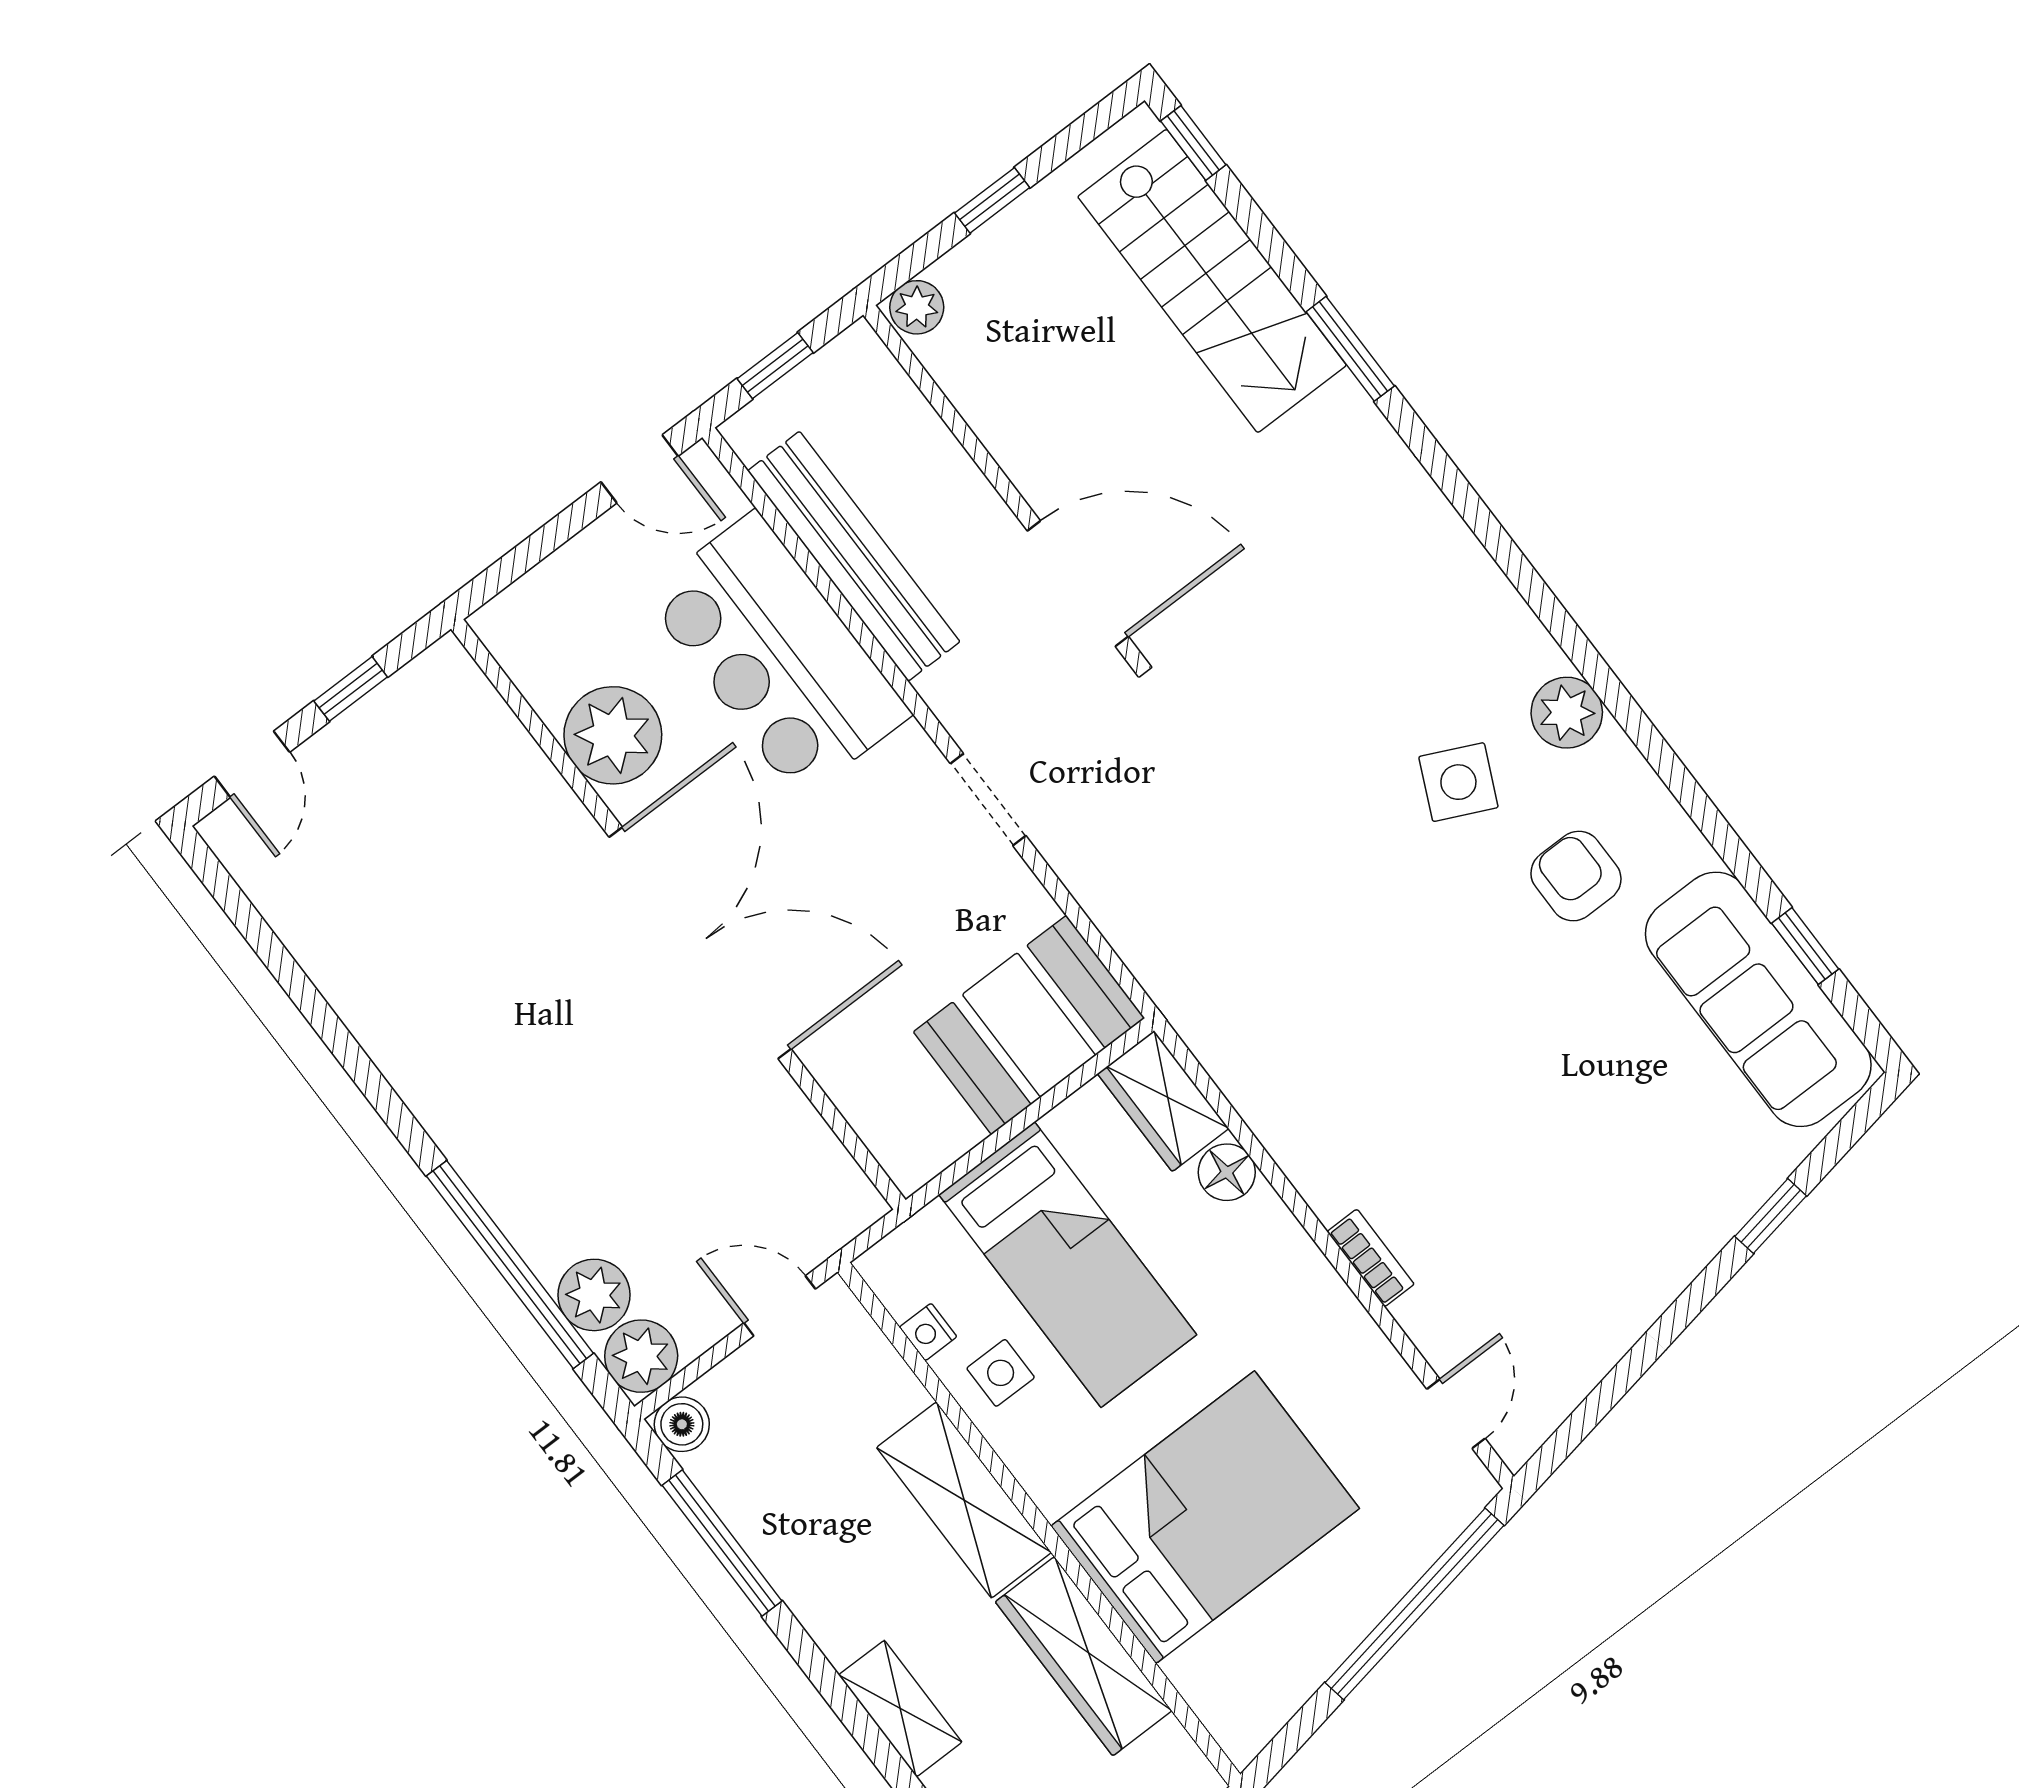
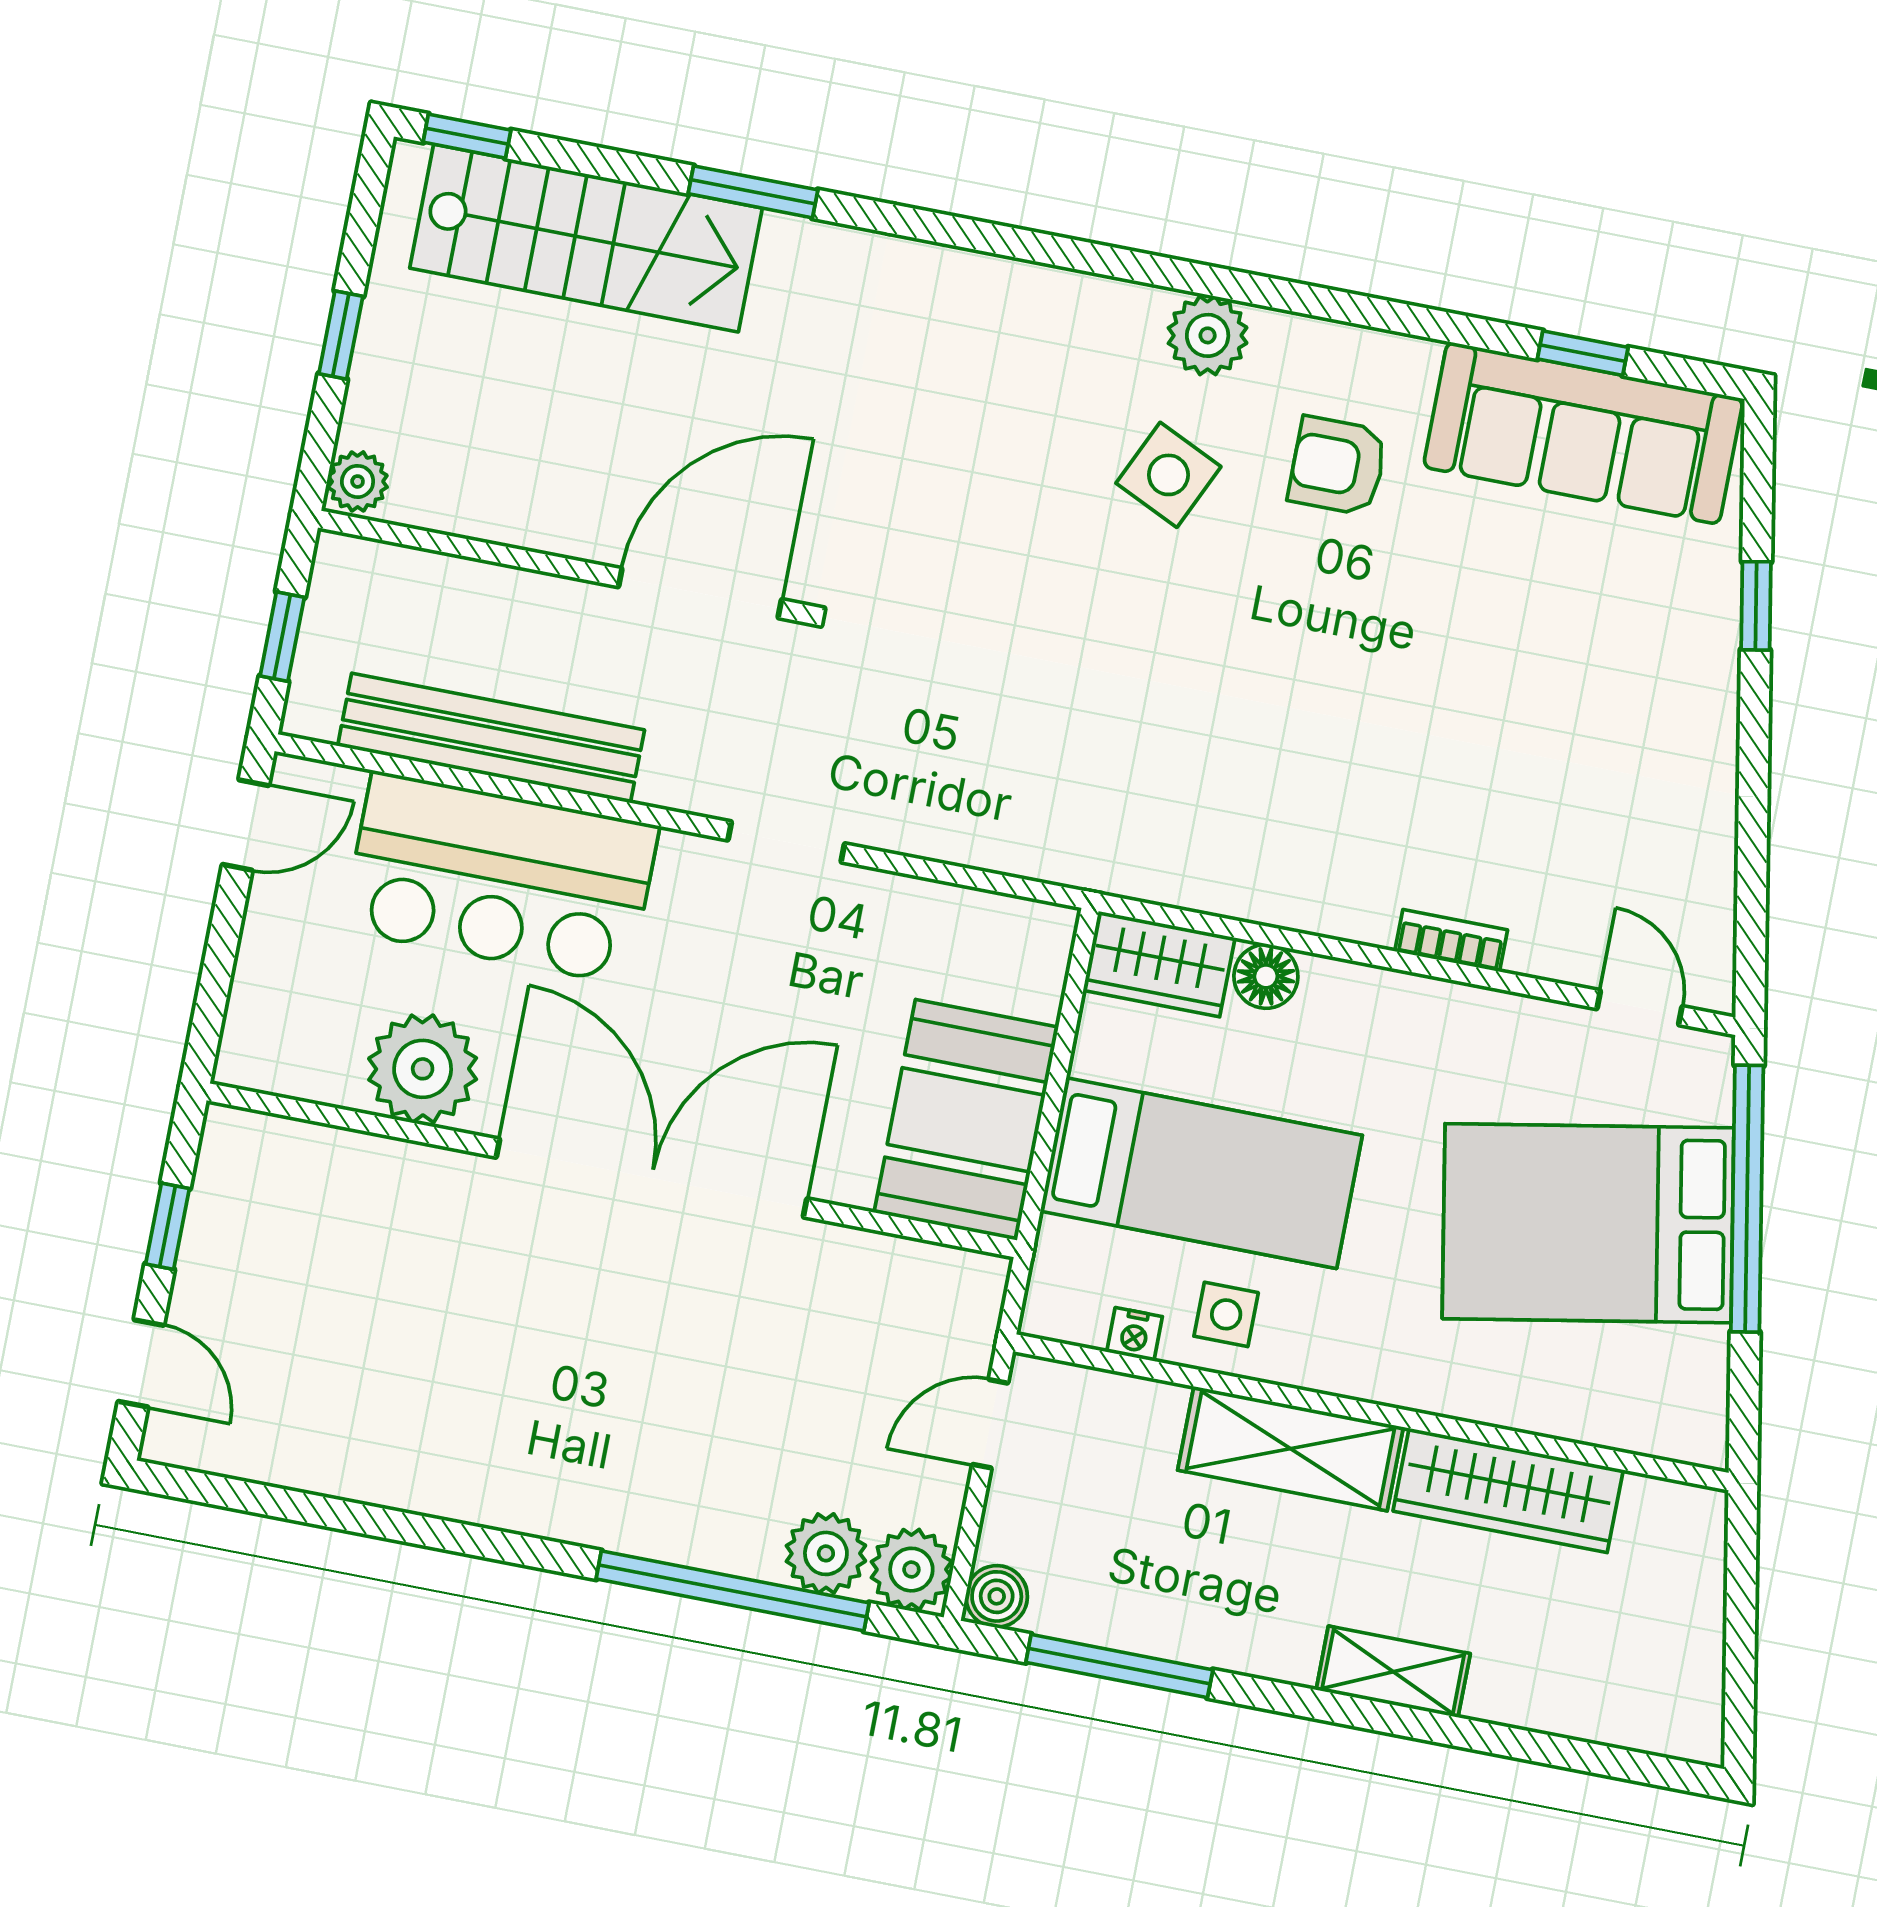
booth: (1029, 1025) -> (966, 1120), moved
bed: (1205, 1517) -> (1588, 1223), moved, turned -100

